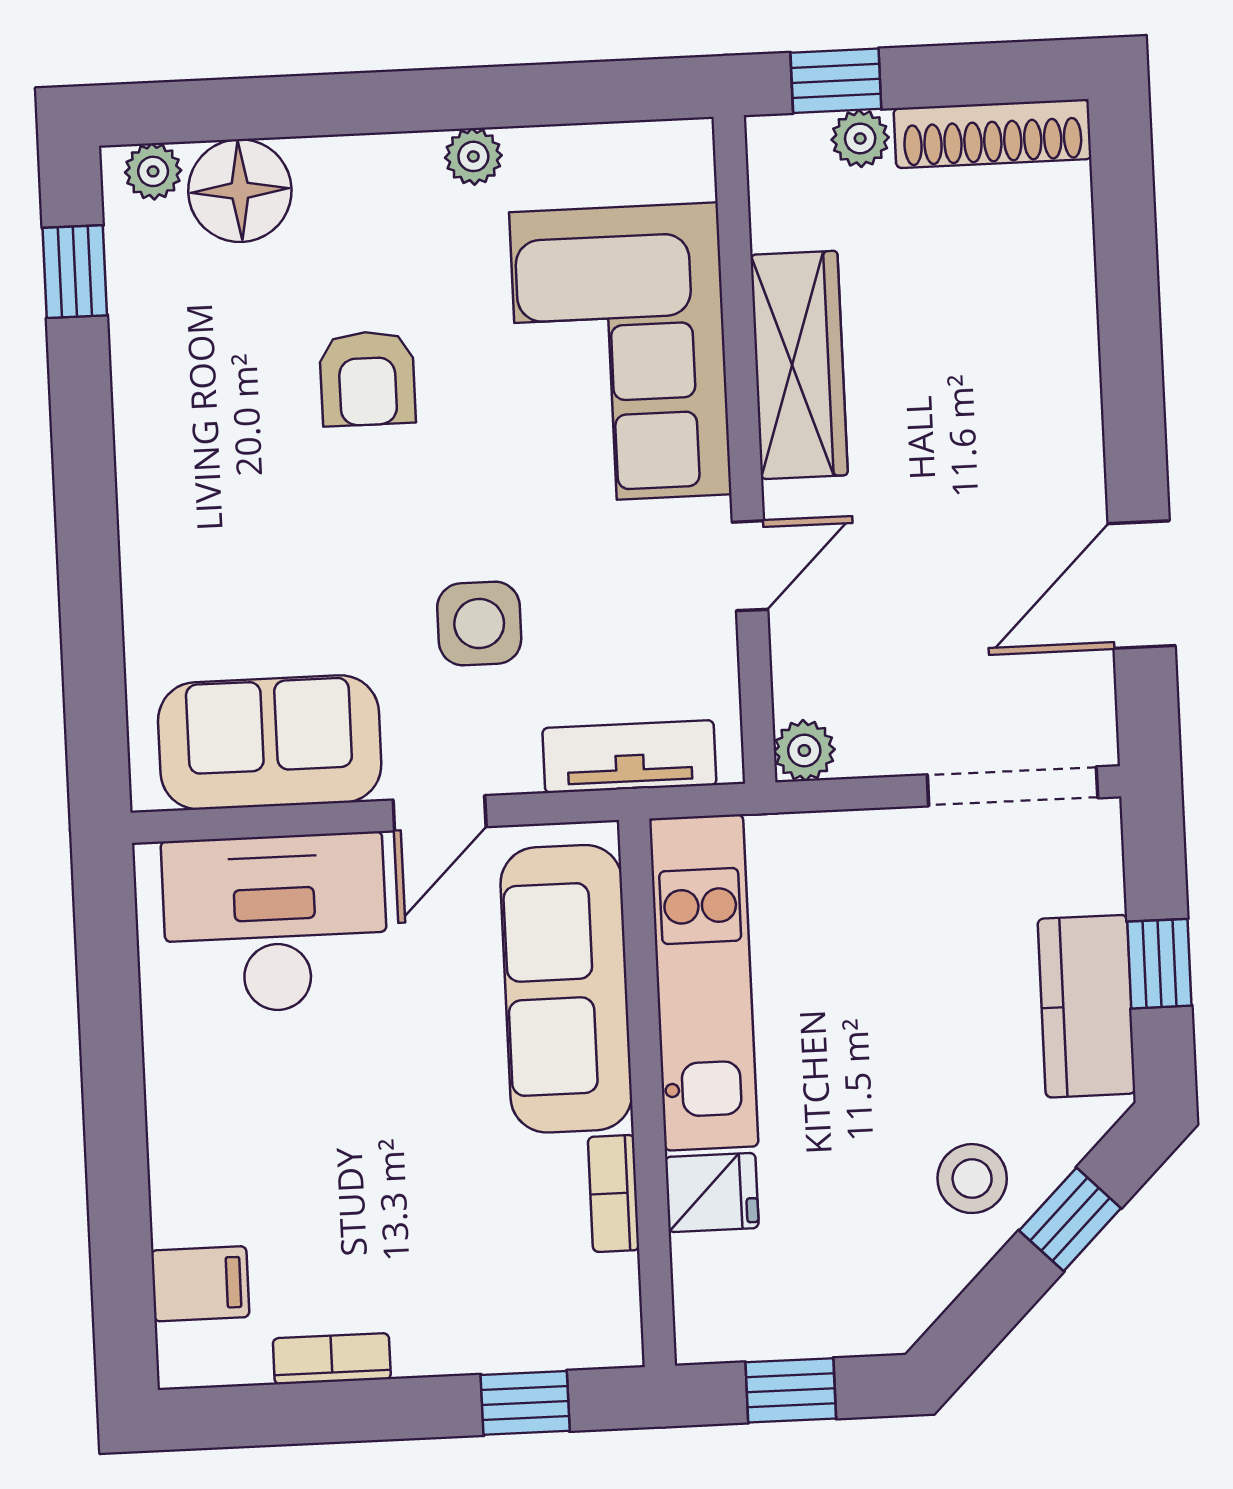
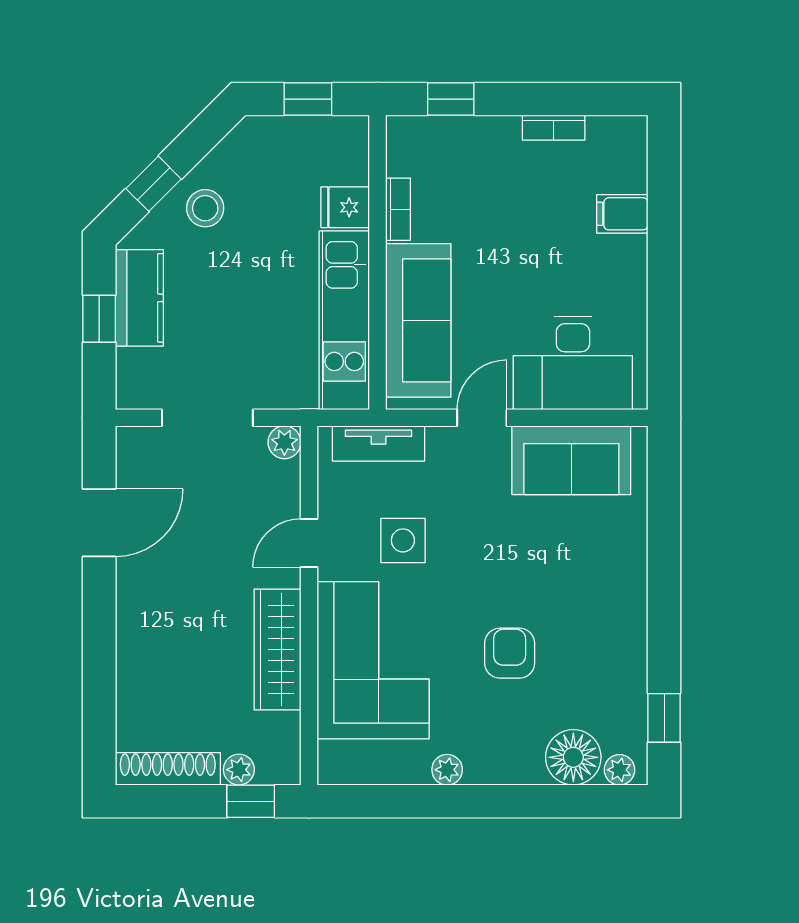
side table: (479, 624) -> (403, 540), moved
doorway: (1013, 786) -> (207, 418), moved
filing cabinet: (200, 1284) -> (622, 214), moved

